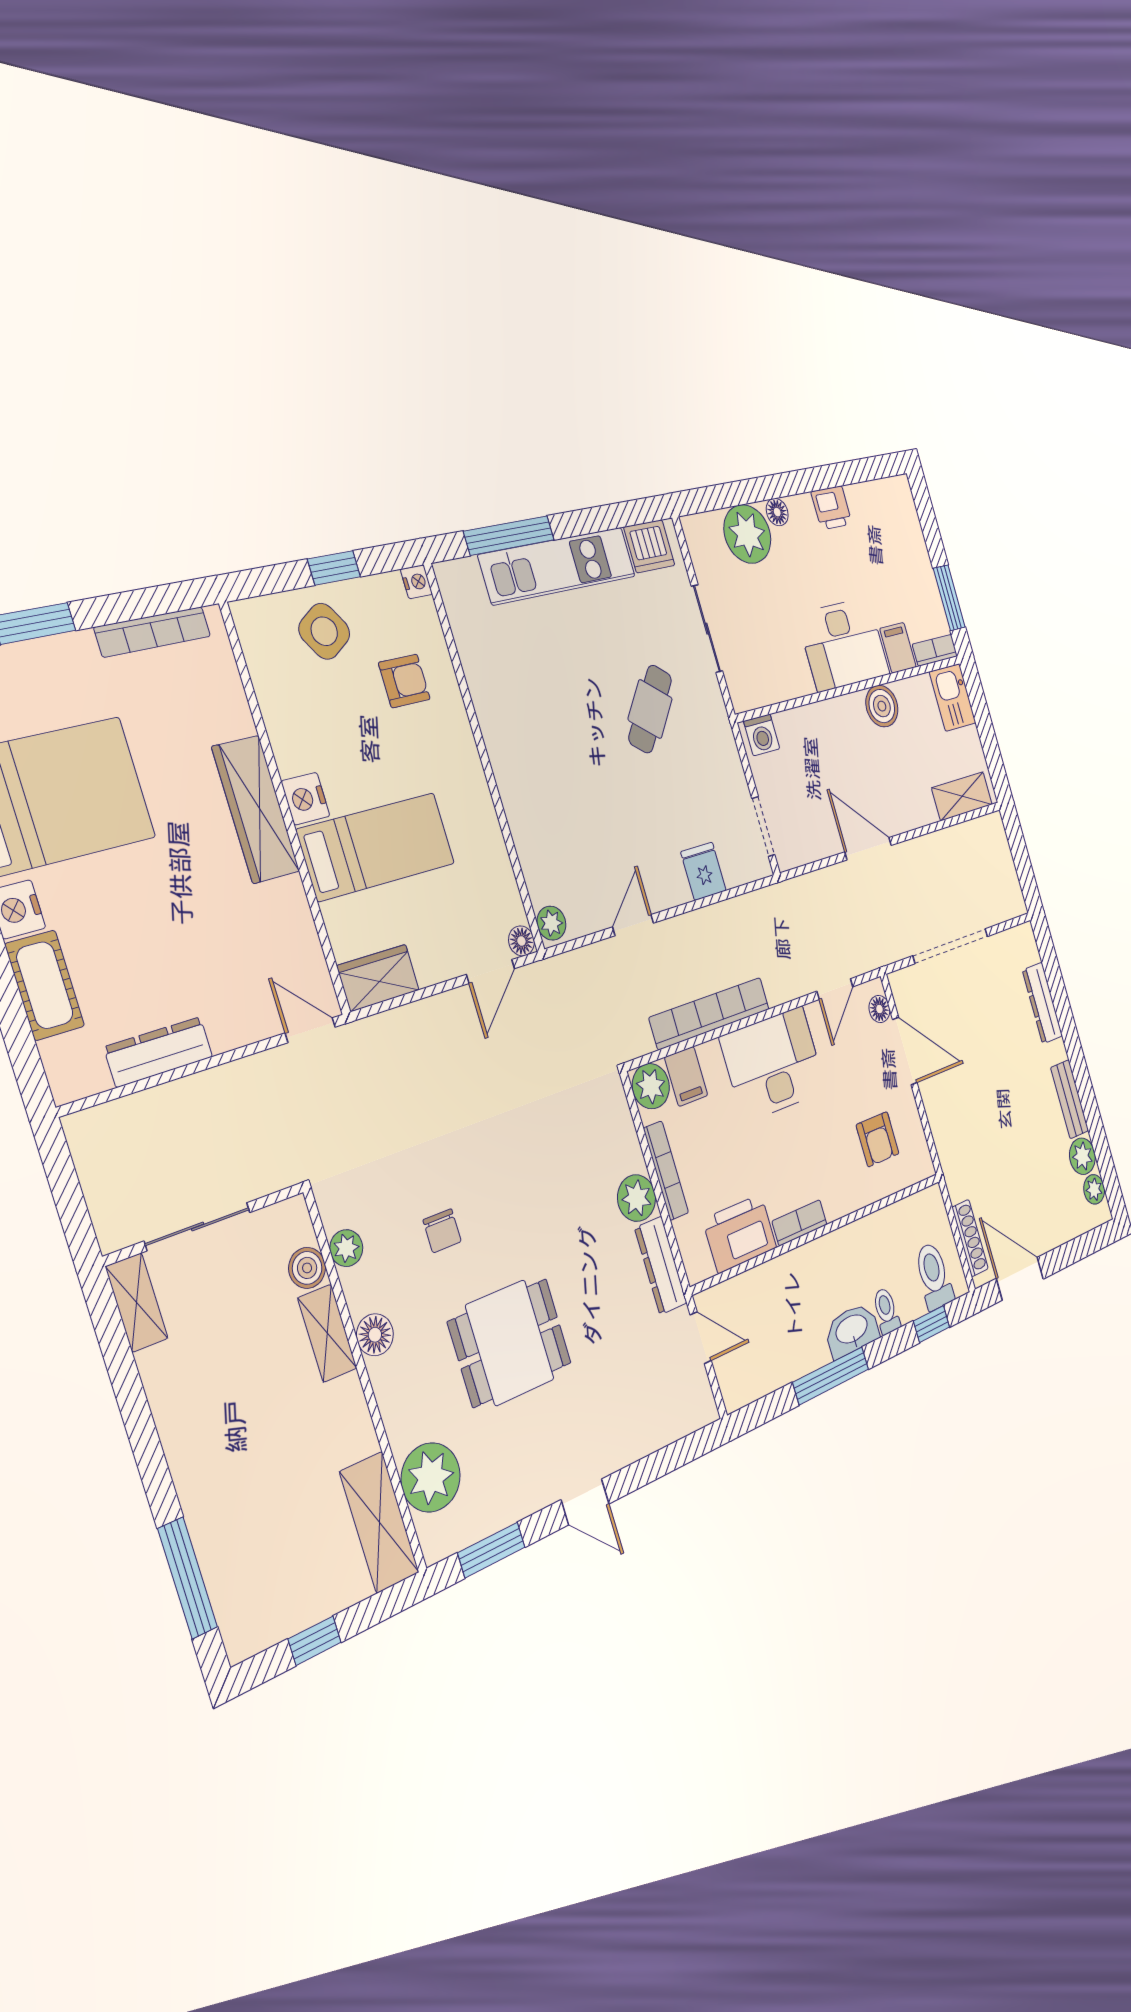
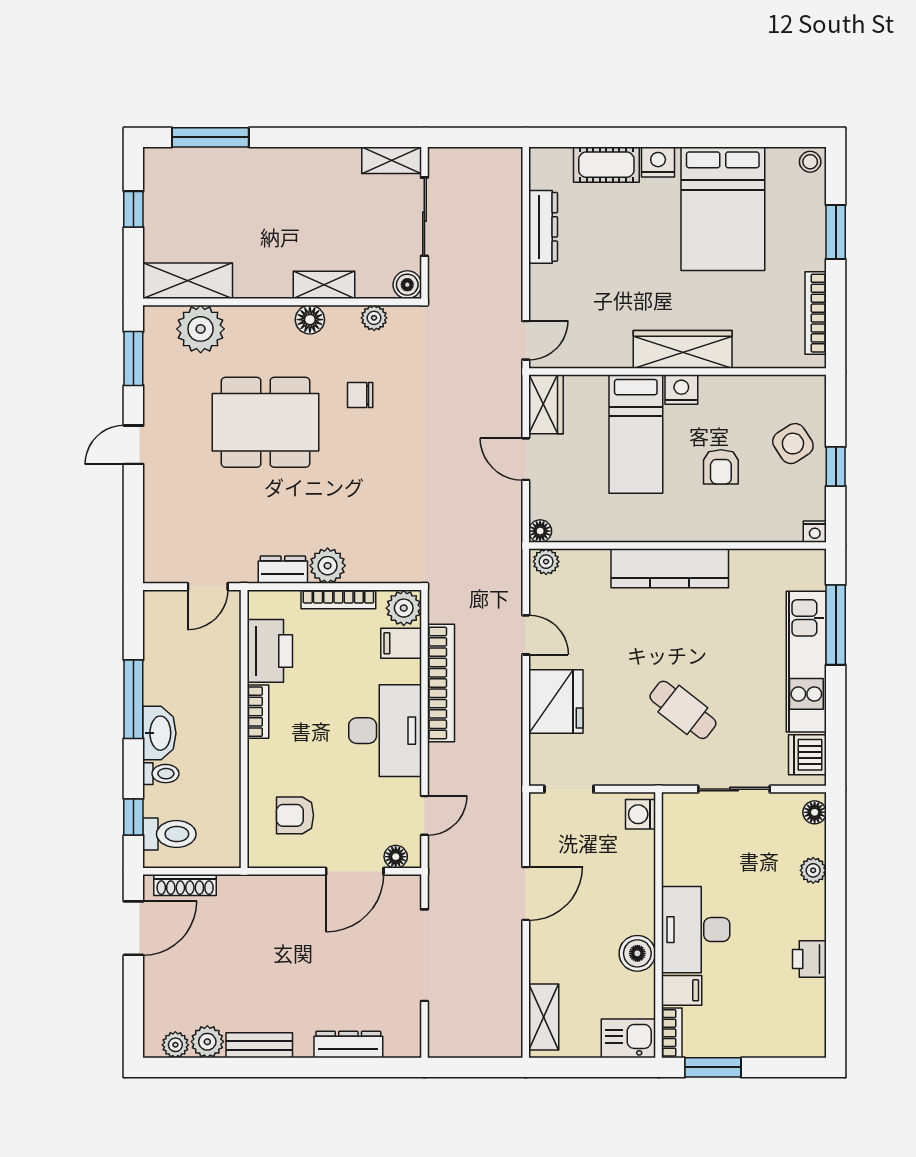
floor lamp: (777, 512) -> (815, 812), moved
plant: (747, 534) -> (813, 870), width x0.53, depth x0.53
armchair: (404, 681) -> (721, 467), moved
kitchen counter: (512, 762) -> (670, 568), added
fridge: (703, 871) -> (556, 701), width x1.88, depth x1.34
door: (491, 971) -> (526, 459), moved
door: (835, 989) -> (424, 815), swing flipped
dresser: (661, 1265) -> (283, 570), width x0.70
boiler: (307, 1268) -> (407, 285), moved
dining table: (510, 1343) -> (265, 422), width x1.38

